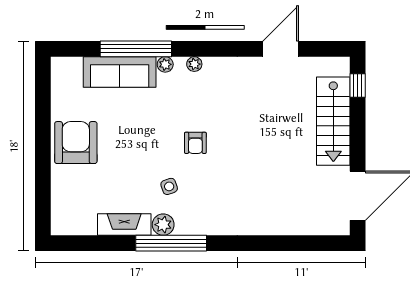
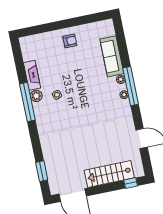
window: (136, 49) -> (131, 86), moved
armchair: (76, 143) -> (70, 41), width x0.53, depth x0.53
armchair: (195, 143) -> (83, 104), removed
window: (303, 243) -> (42, 171), added

